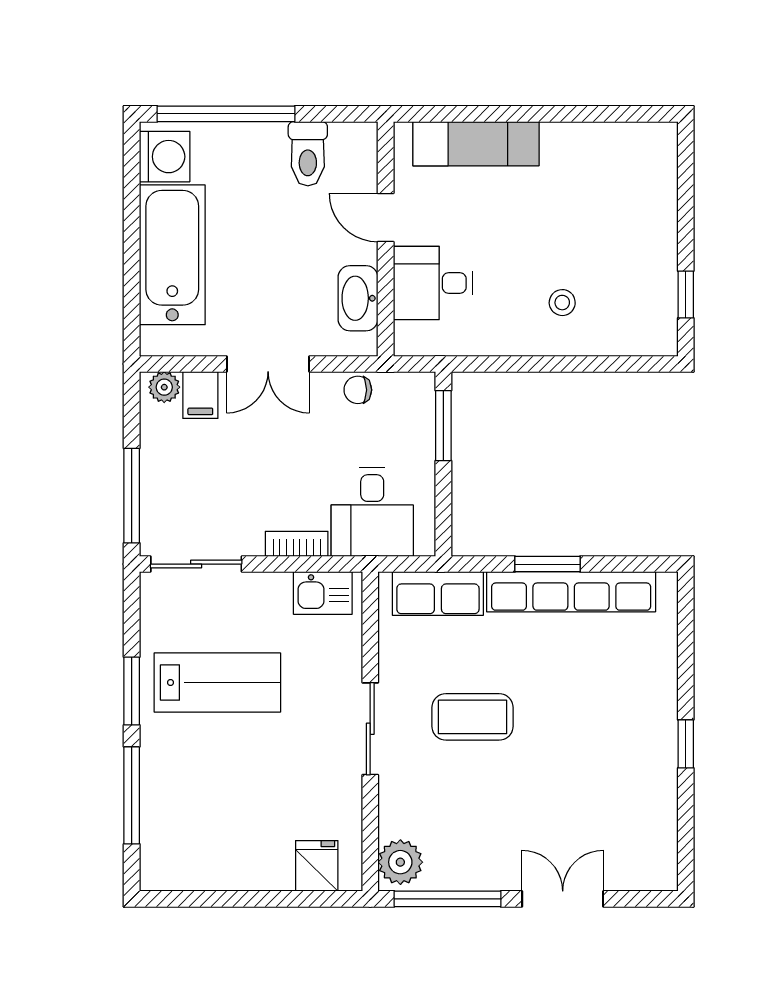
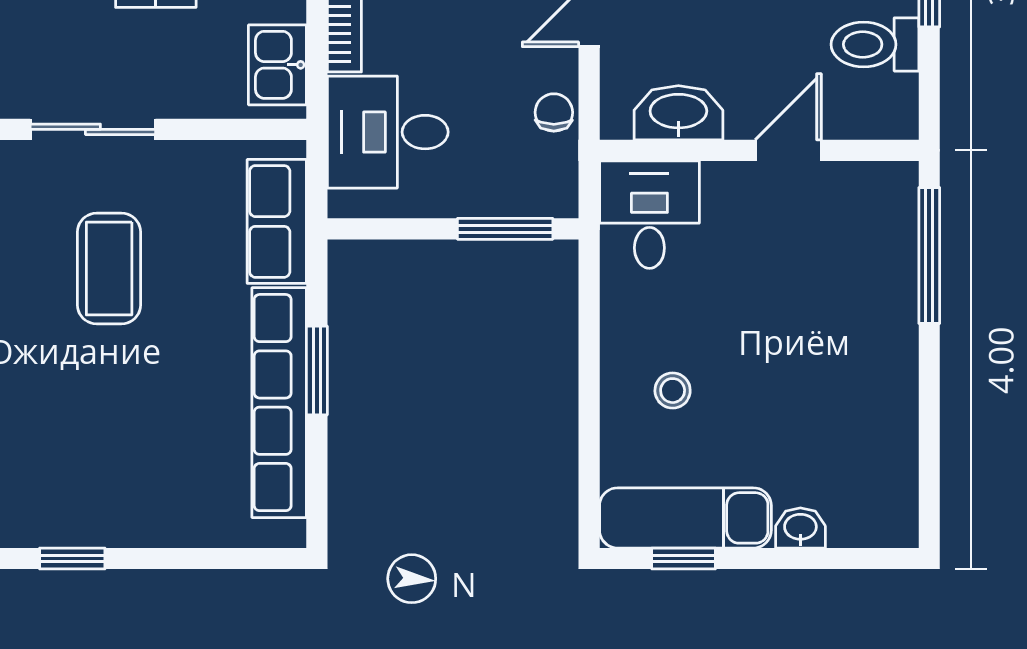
window: (463, 114) -> (929, 256), added
exam couch: (476, 144) -> (685, 518), moved, turned 90
washbasin: (663, 209) -> (800, 528), added
desk: (433, 283) -> (649, 215), moved

